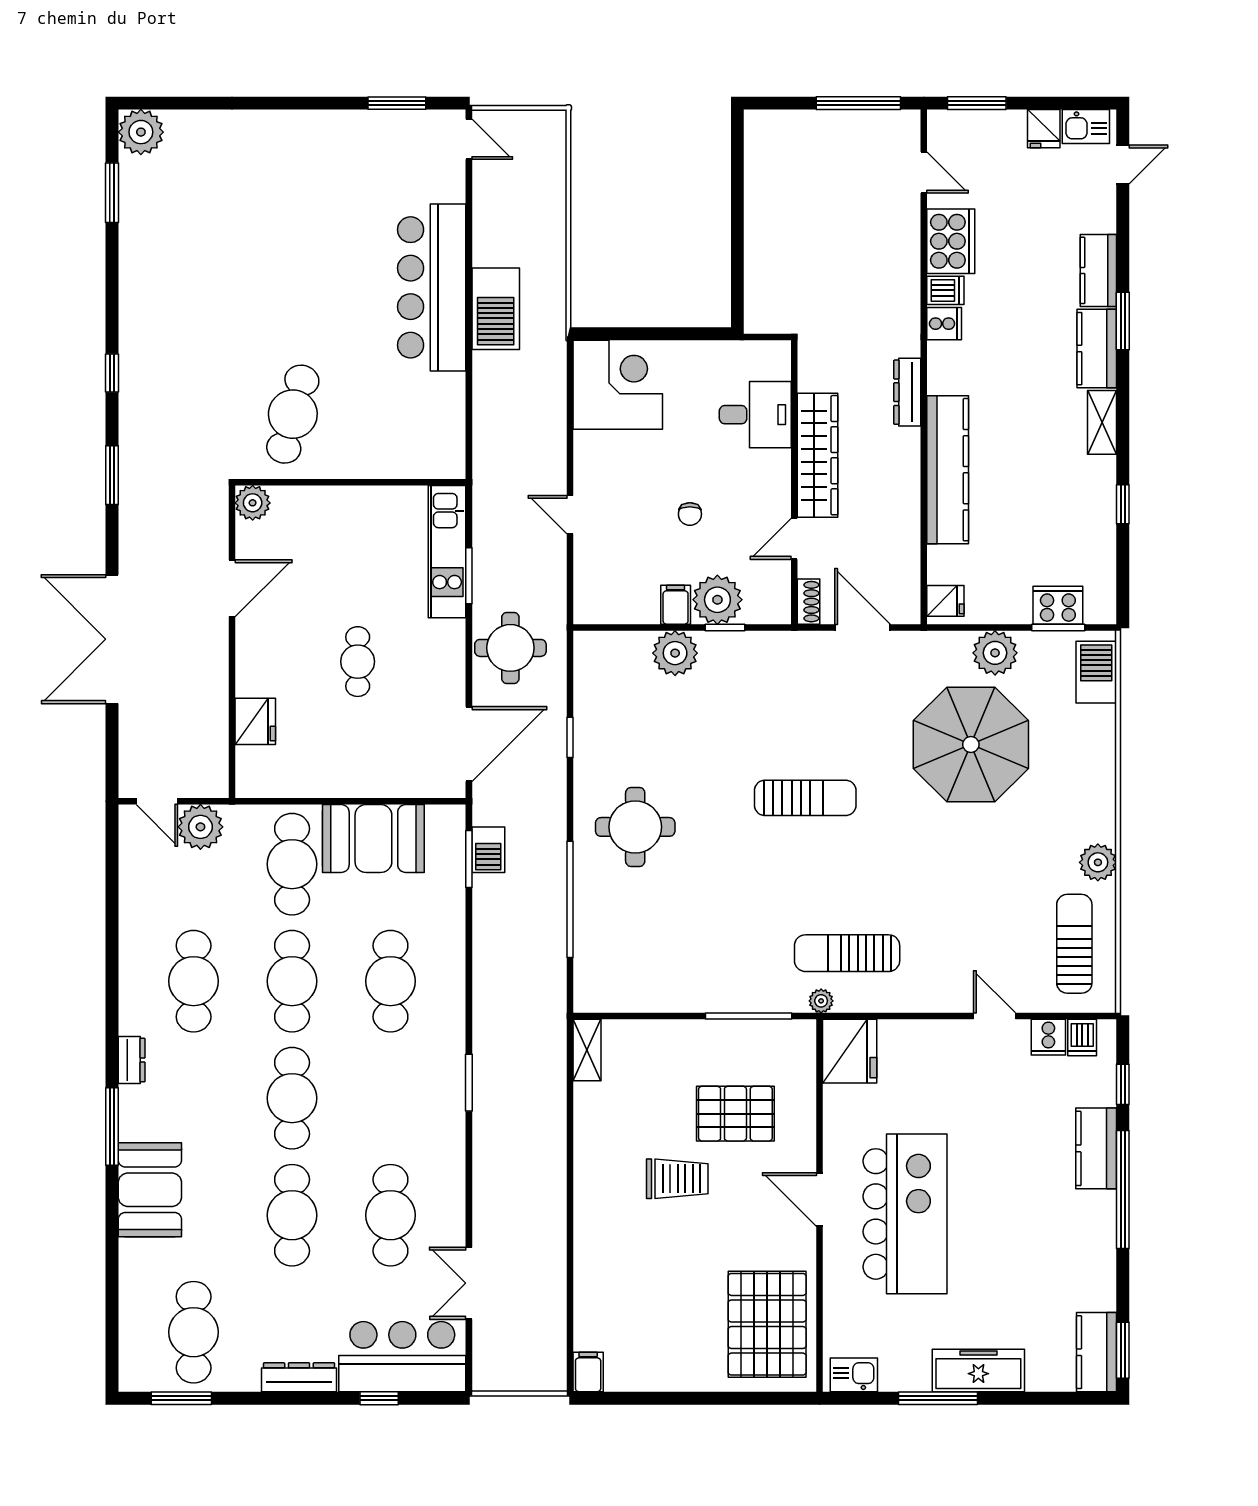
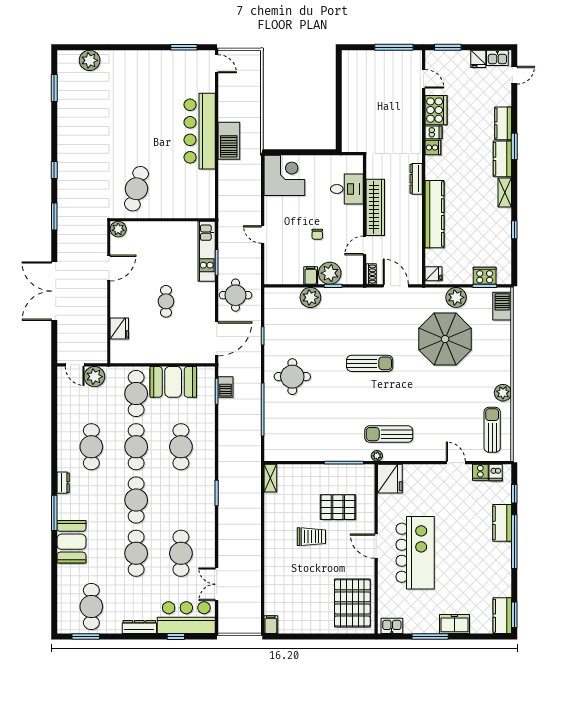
plant: (141, 132) -> (90, 60), moved
freezer: (978, 1371) -> (454, 624), width x0.71

